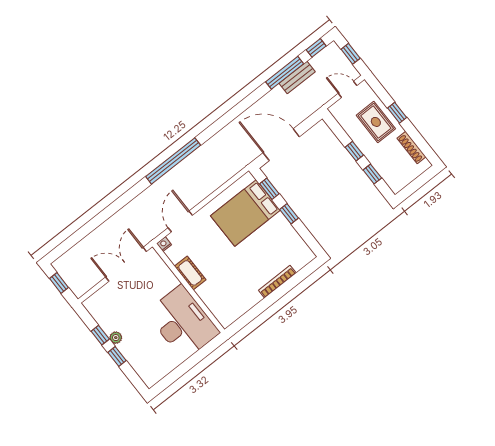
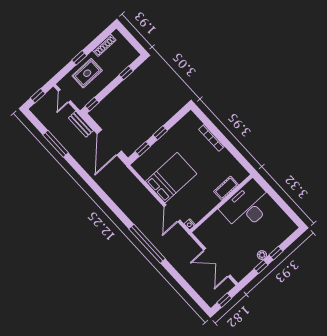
window: (316, 48) -> (35, 122), removed
bench: (297, 78) -> (81, 124), moved
window: (354, 151) -> (92, 104), moved
window: (173, 161) -> (147, 244), moved
bed: (245, 213) -> (171, 178), moved, turned -90
door: (180, 221) -> (172, 213), hinge flipped
double door: (126, 264) -> (217, 262), moved
cot: (190, 273) -> (226, 188), moved

